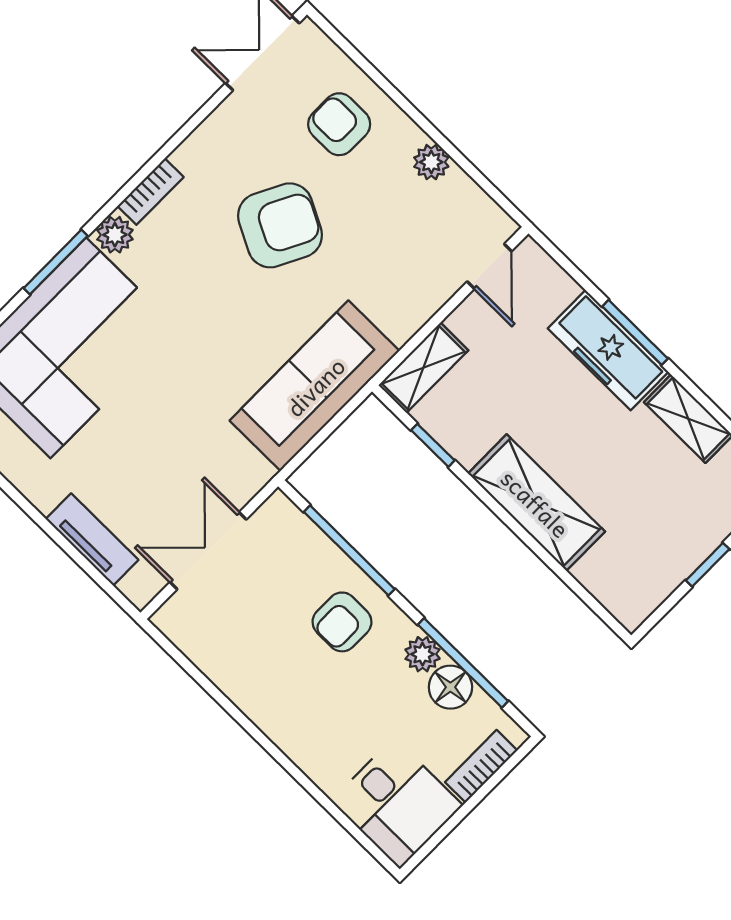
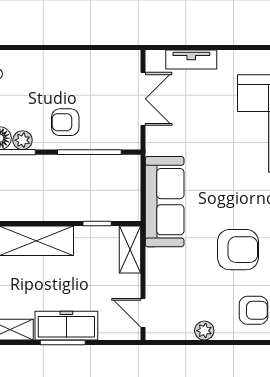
armchair: (280, 225) -> (238, 250), turned -117
armchair: (342, 622) -> (65, 122), turned -90

